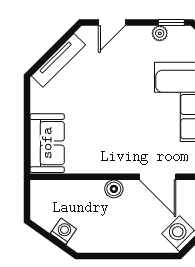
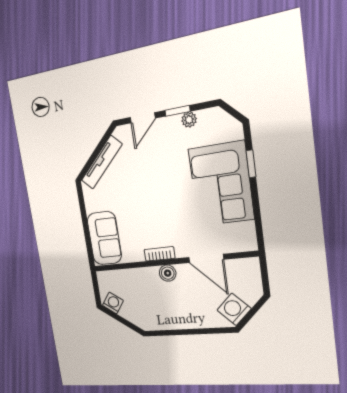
window: (171, 22) -> (177, 111), moved
bookcase: (108, 167) -> (160, 254), added
washing machine: (63, 231) -> (113, 303), moved

